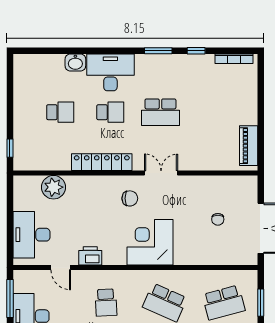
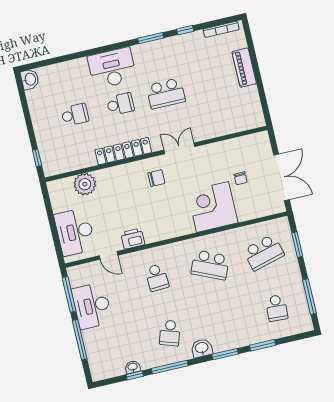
washbasin: (75, 62) -> (30, 79), moved, turned -90
piano: (249, 146) -> (244, 68), moved
corner desk: (150, 242) -> (213, 207), moved

